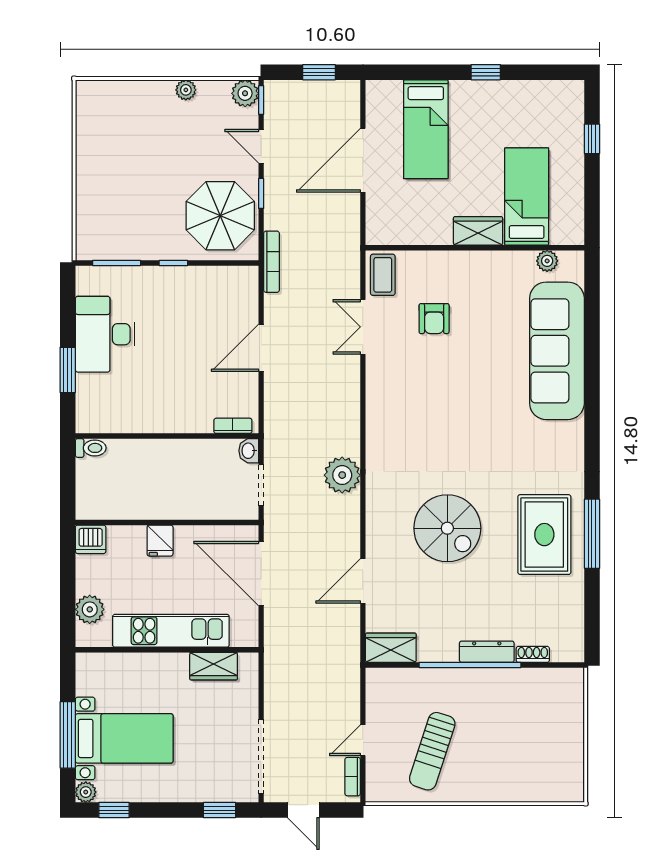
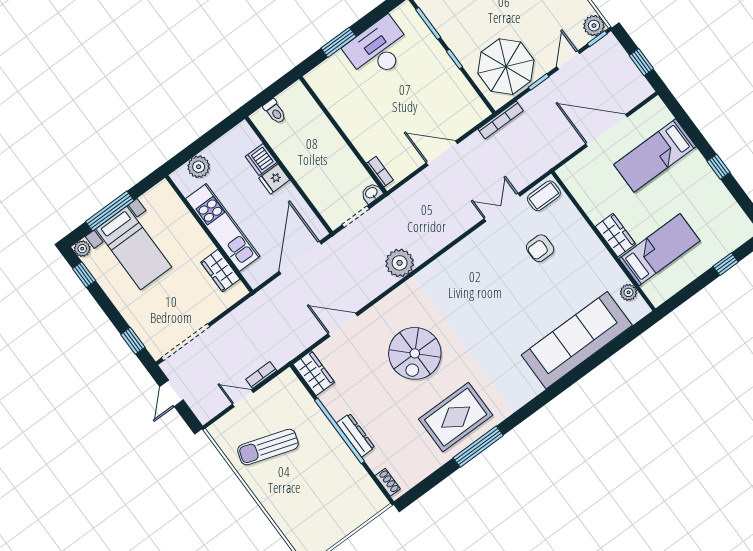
toilet: (91, 448) -> (275, 112), moved
dishwasher: (91, 539) -> (261, 159), moved
shoe rack: (533, 654) -> (388, 482), moved
bookcase: (353, 777) -> (261, 375), moved

